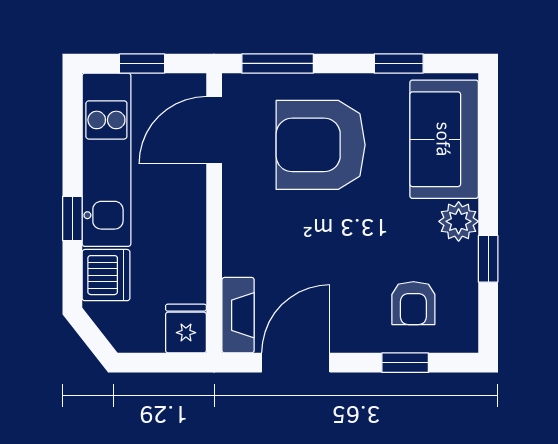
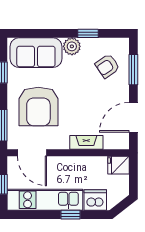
armchair: (413, 303) -> (107, 66), turned 146
fireplace: (238, 315) -> (86, 142), moved
door: (296, 363) -> (133, 117), hinge flipped
window: (405, 363) -> (133, 70), width x1.50

